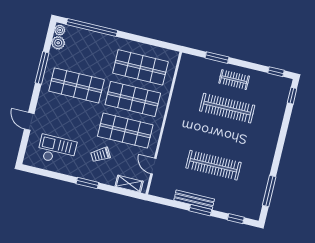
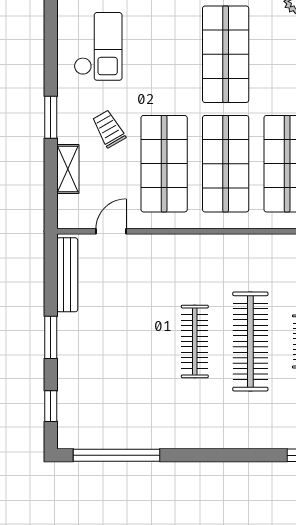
clothes rail: (213, 165) -> (195, 341), moved, width x0.73, depth x0.76
shelving: (129, 184) -> (68, 169), moved
window: (269, 191) -> (117, 455), width x1.46
bench: (194, 200) -> (67, 275), moved

